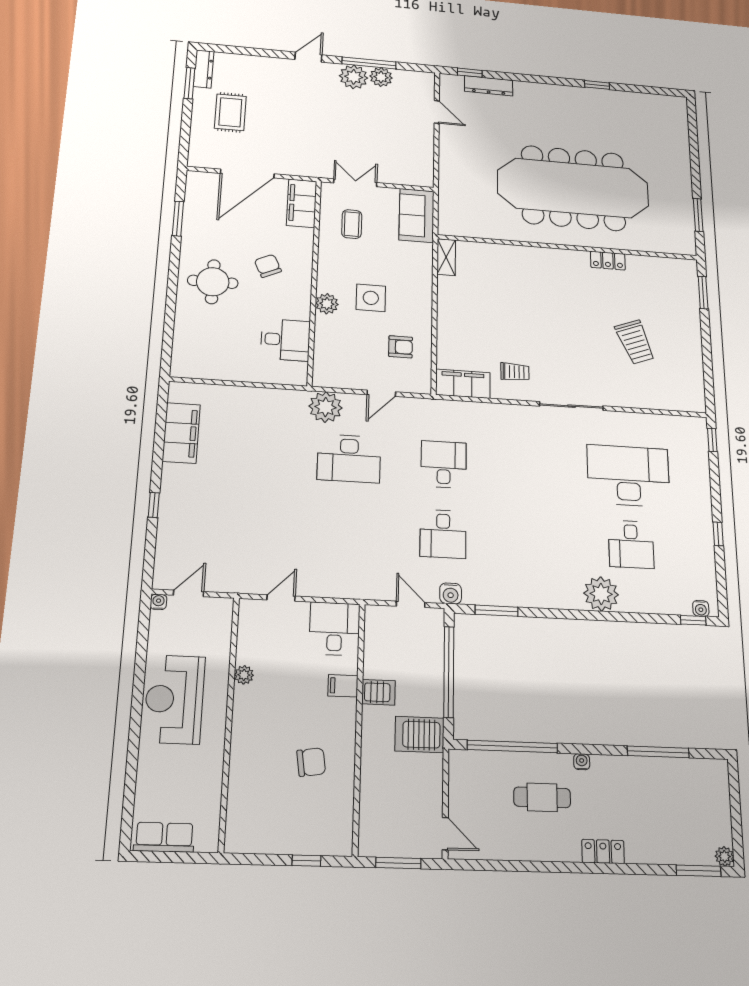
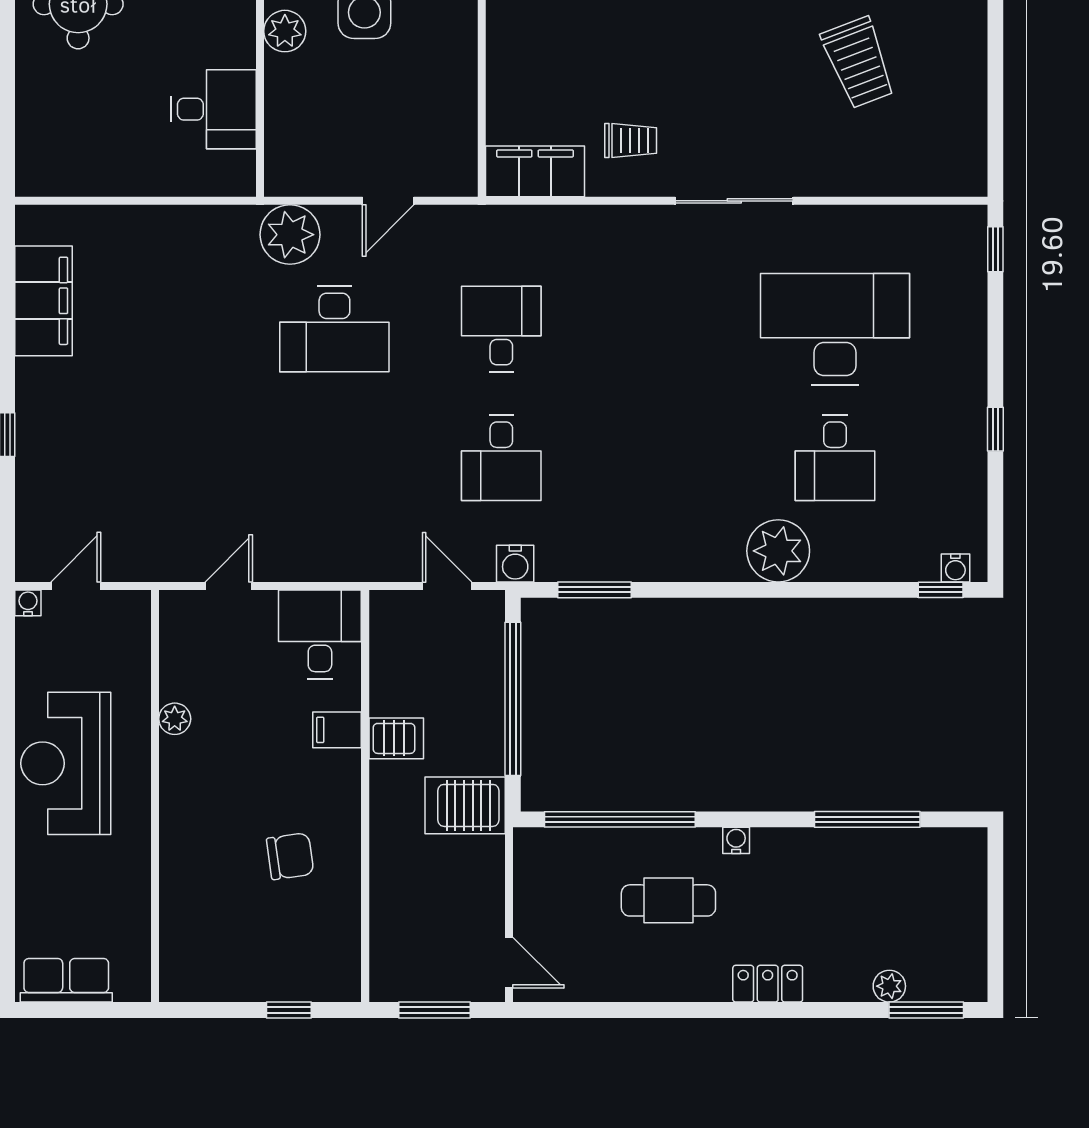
armchair: (401, 347) -> (421, 107), removed
plant: (724, 856) -> (889, 986), moved

